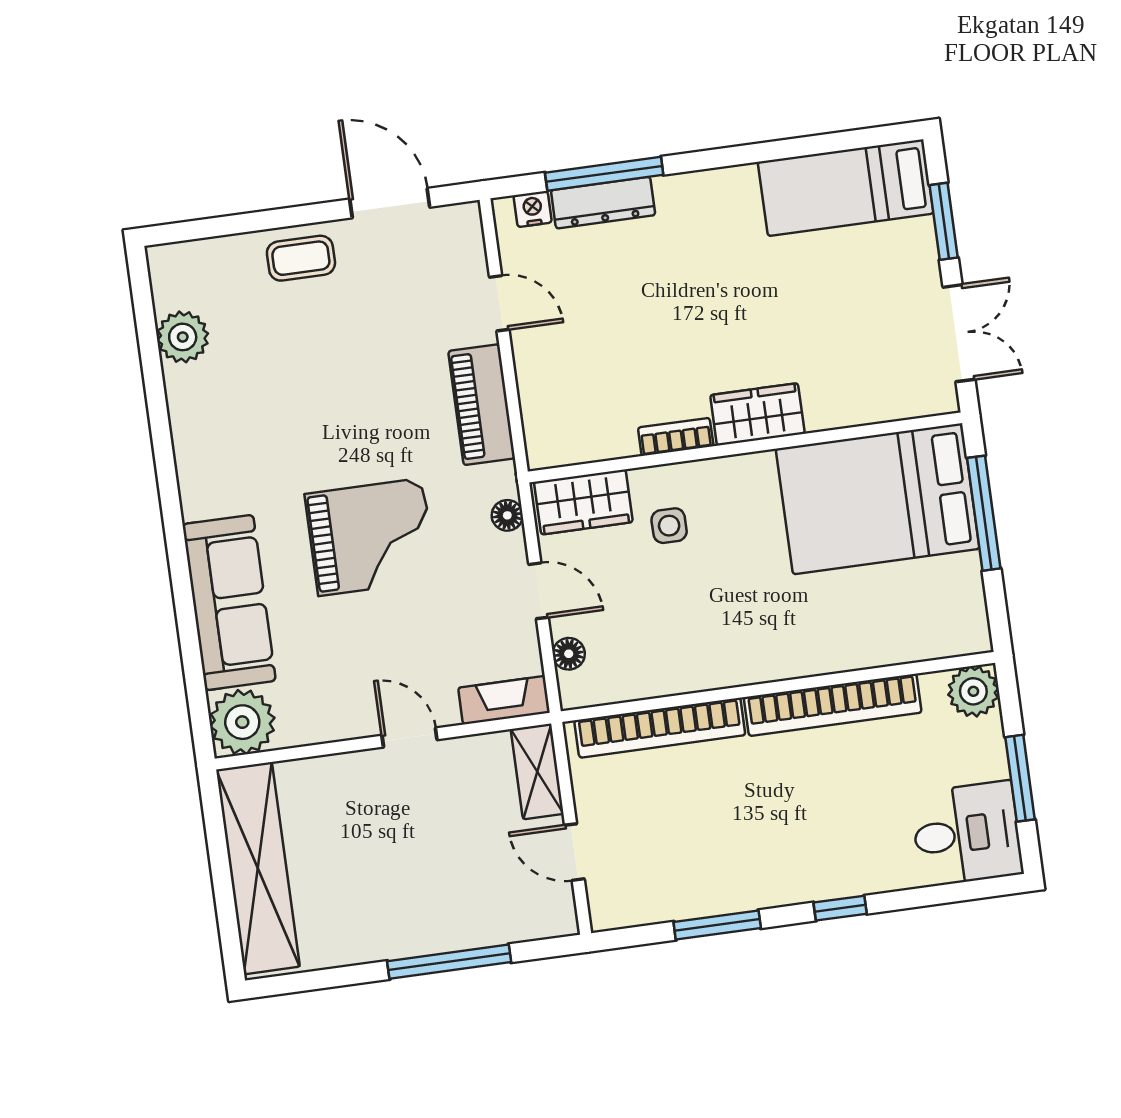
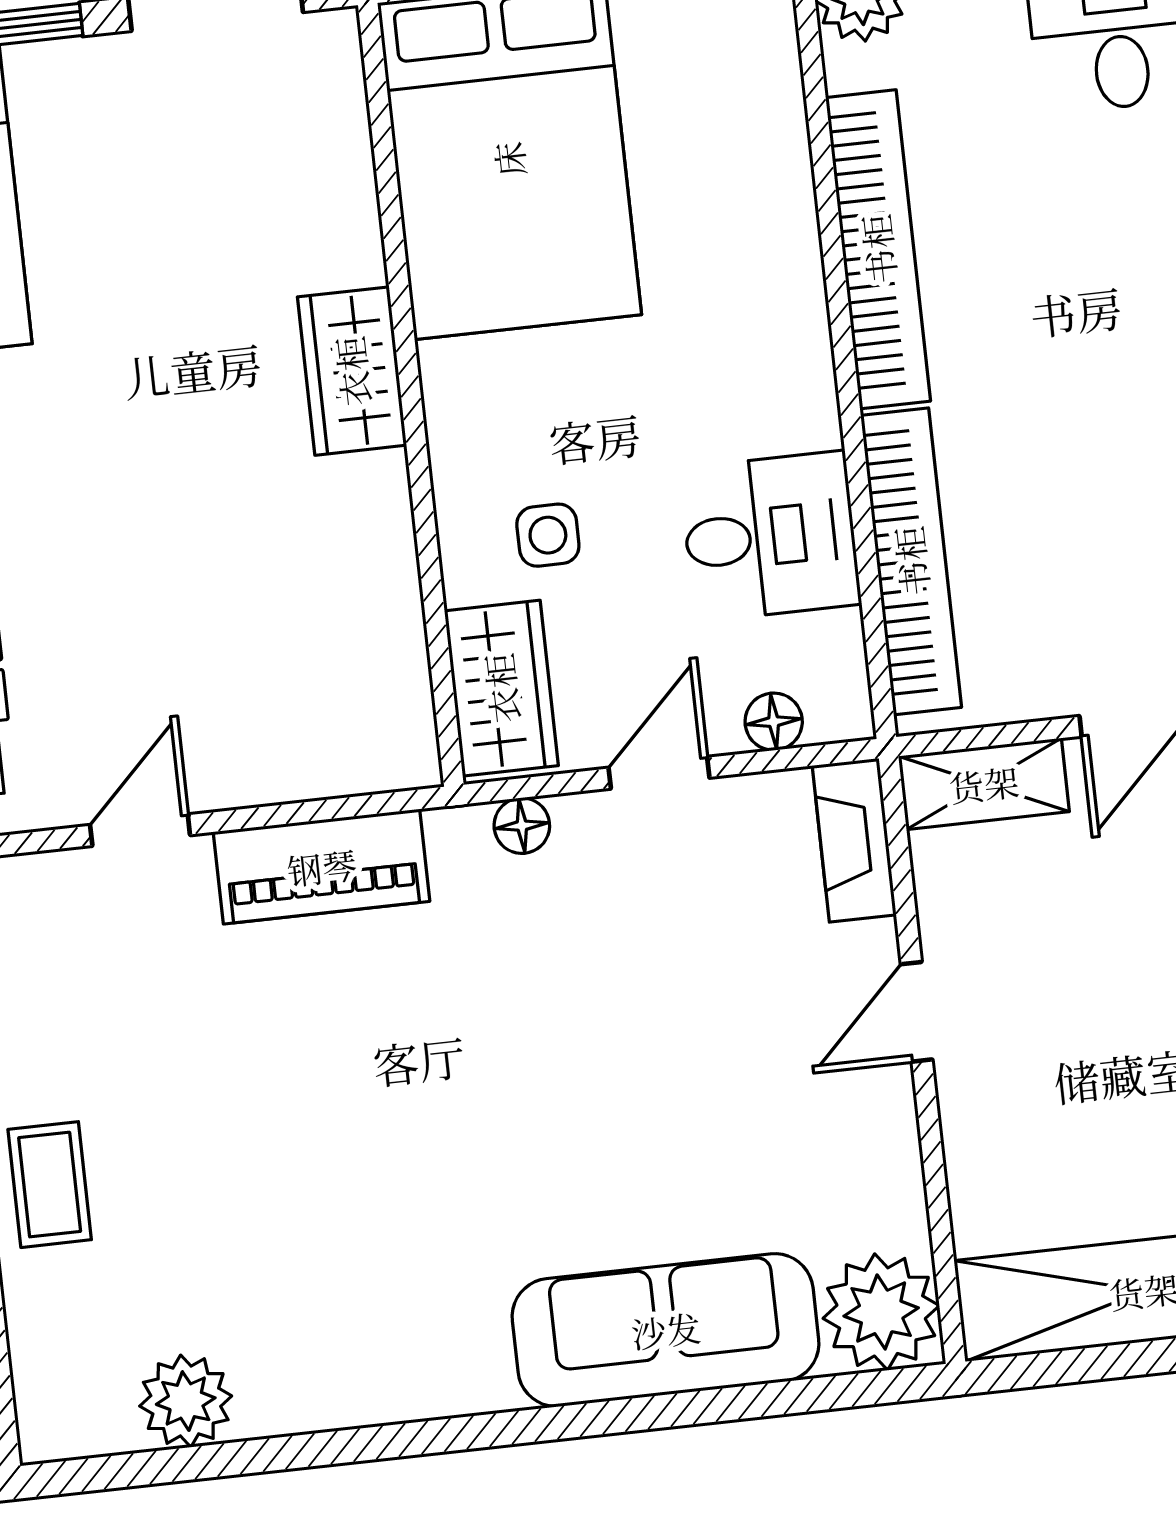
bookcase: (676, 437) -> (389, 519), removed
grand piano: (371, 537) -> (554, 1073), removed
desk: (672, 649) -> (770, 536), added

